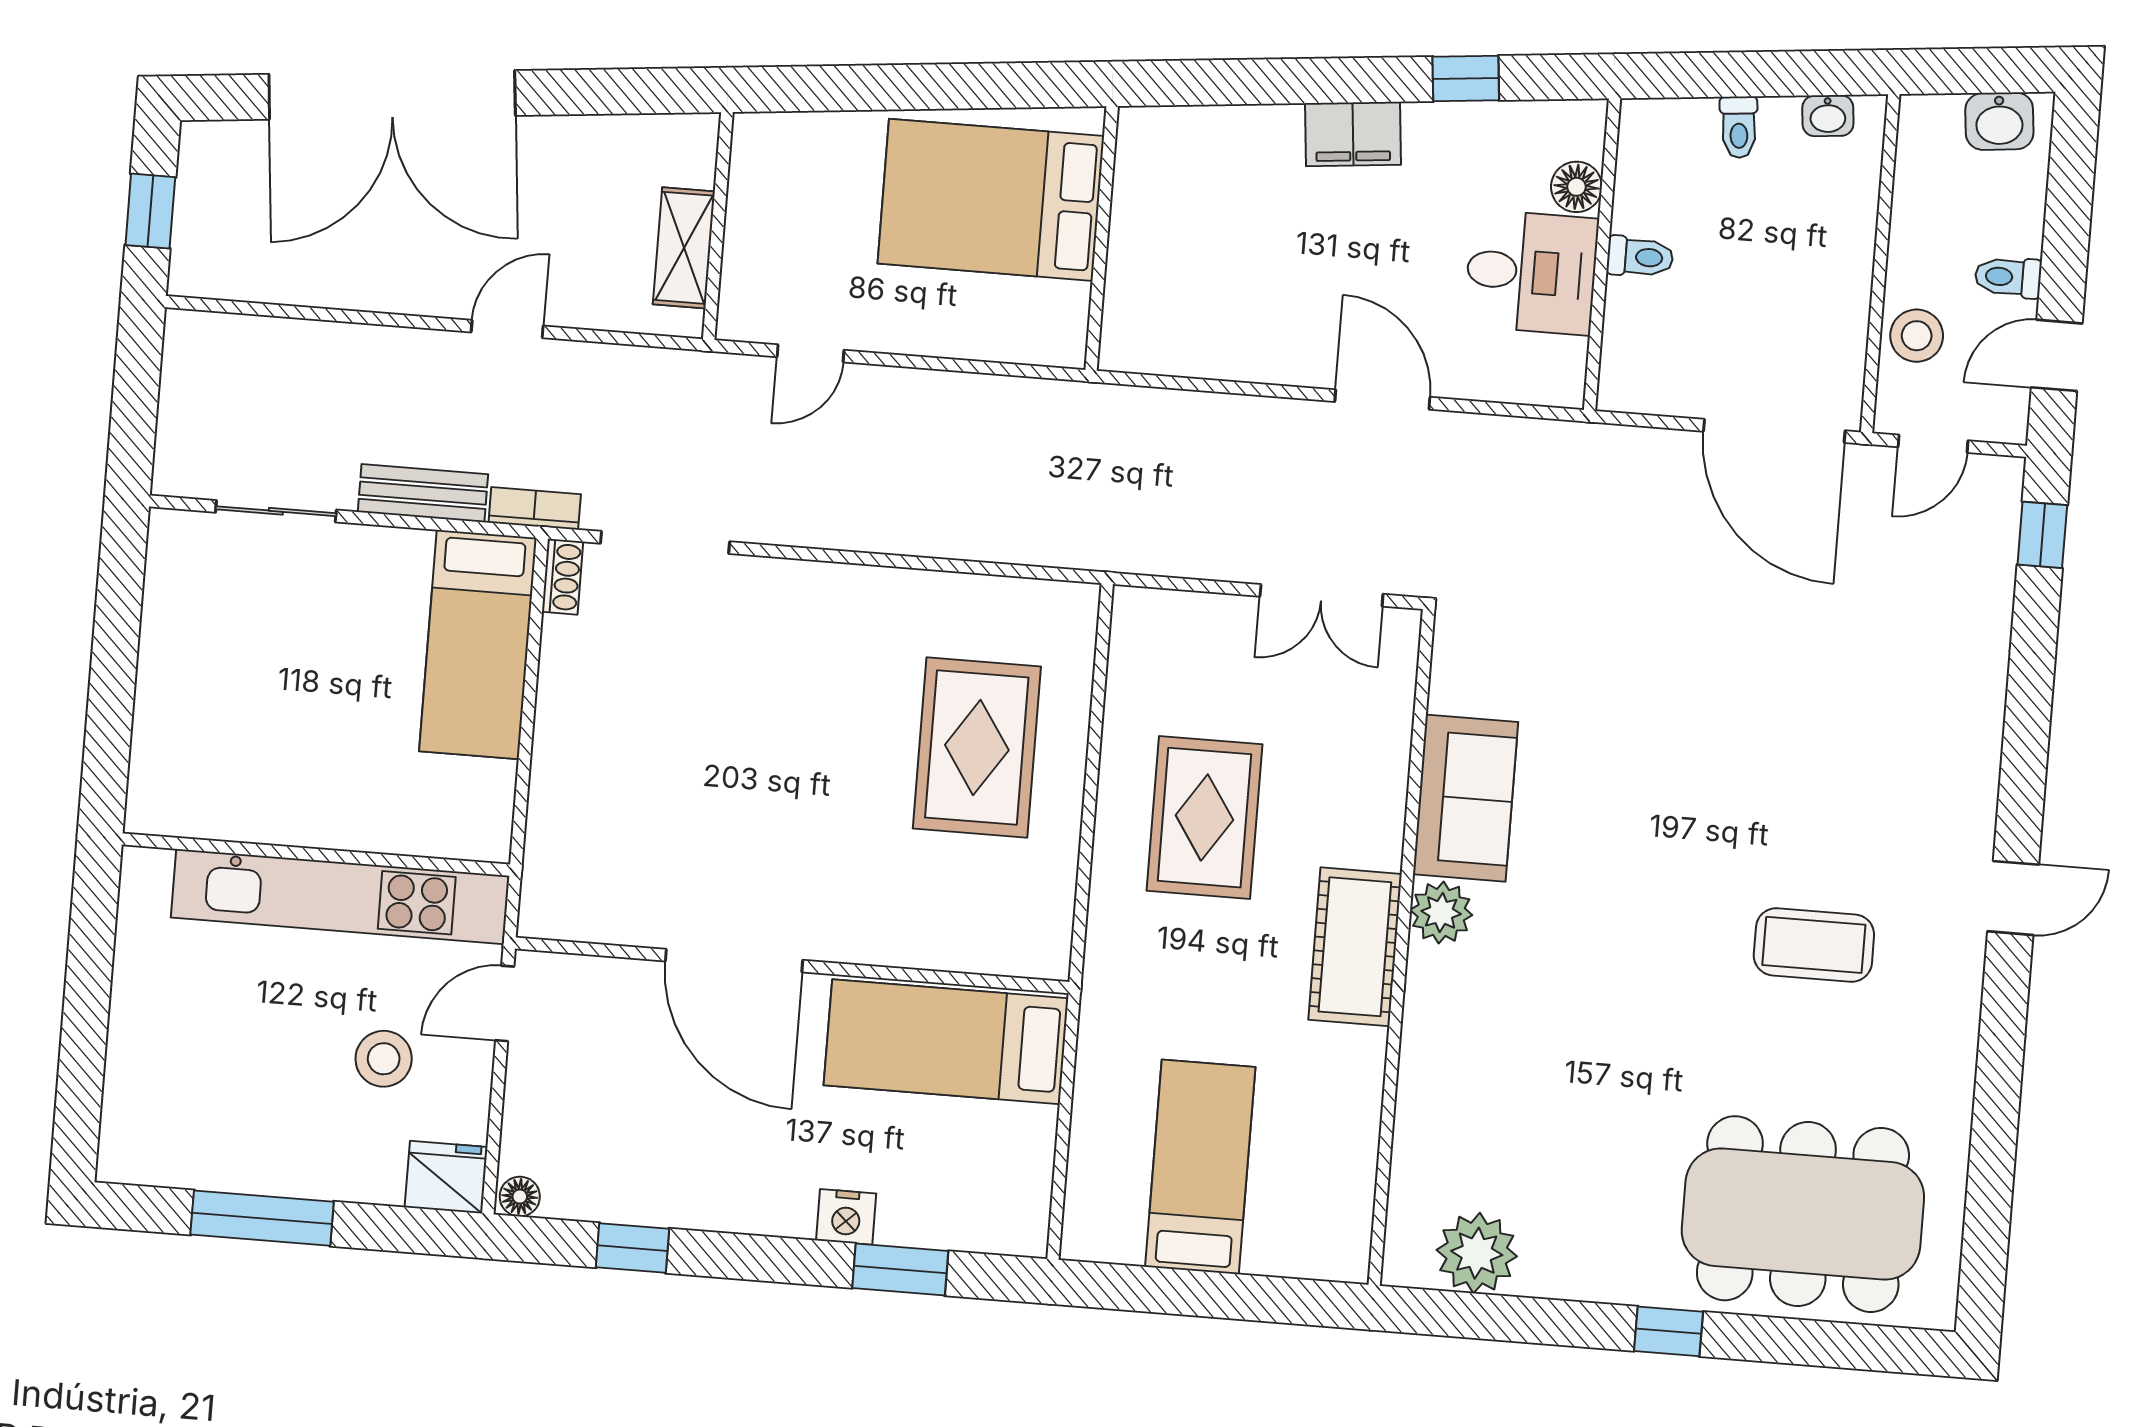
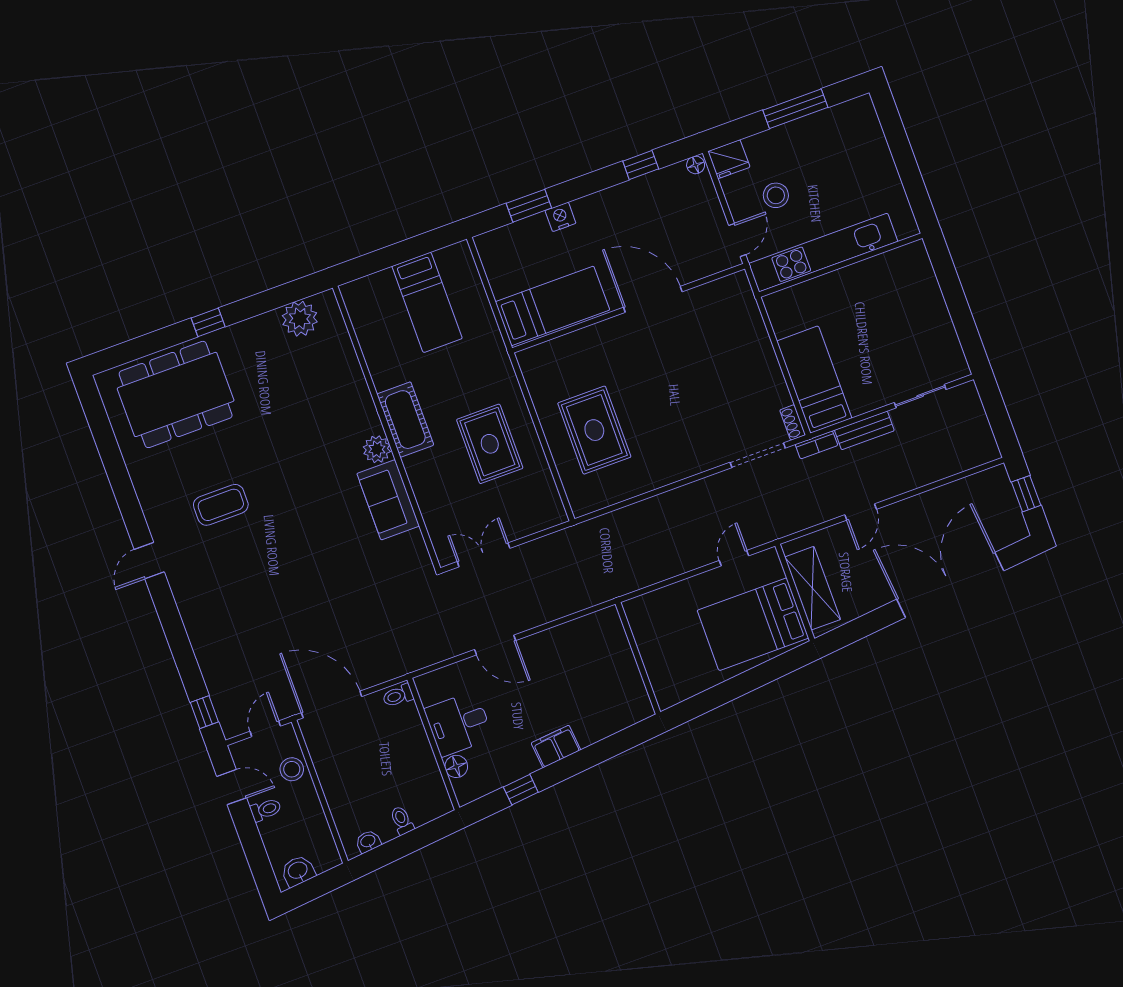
bed: (991, 200) -> (753, 624), moved, turned 180
shelving: (684, 248) -> (813, 588), width x1.50, depth x1.33
toilet: (1640, 257) -> (398, 696), moved
door: (2057, 355) -> (232, 787), hinge flipped

